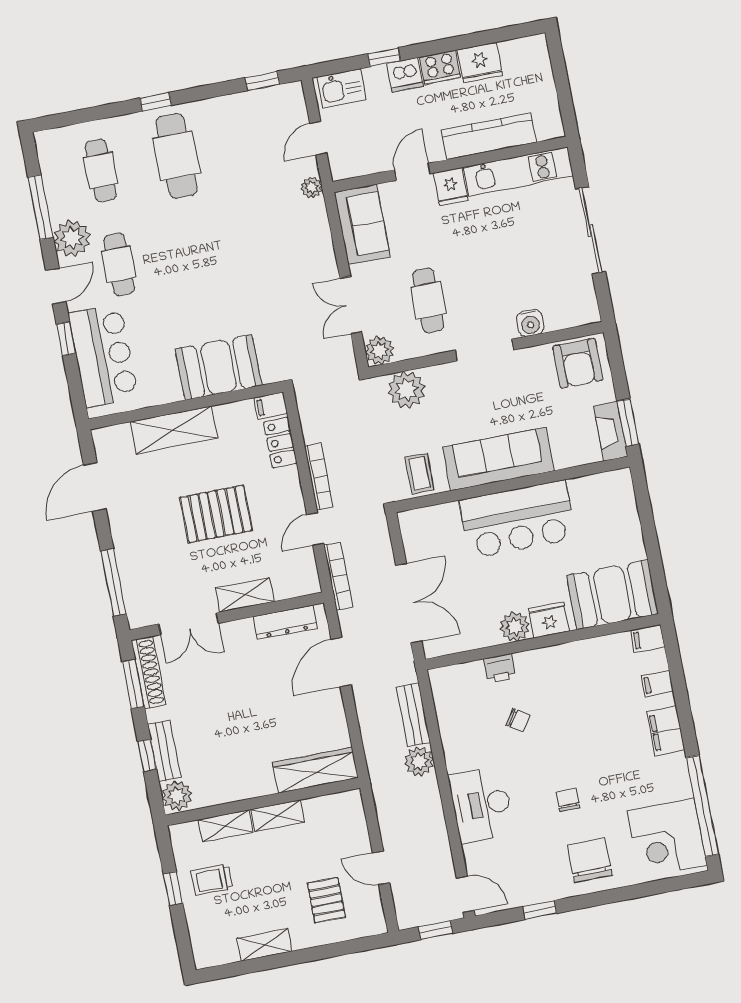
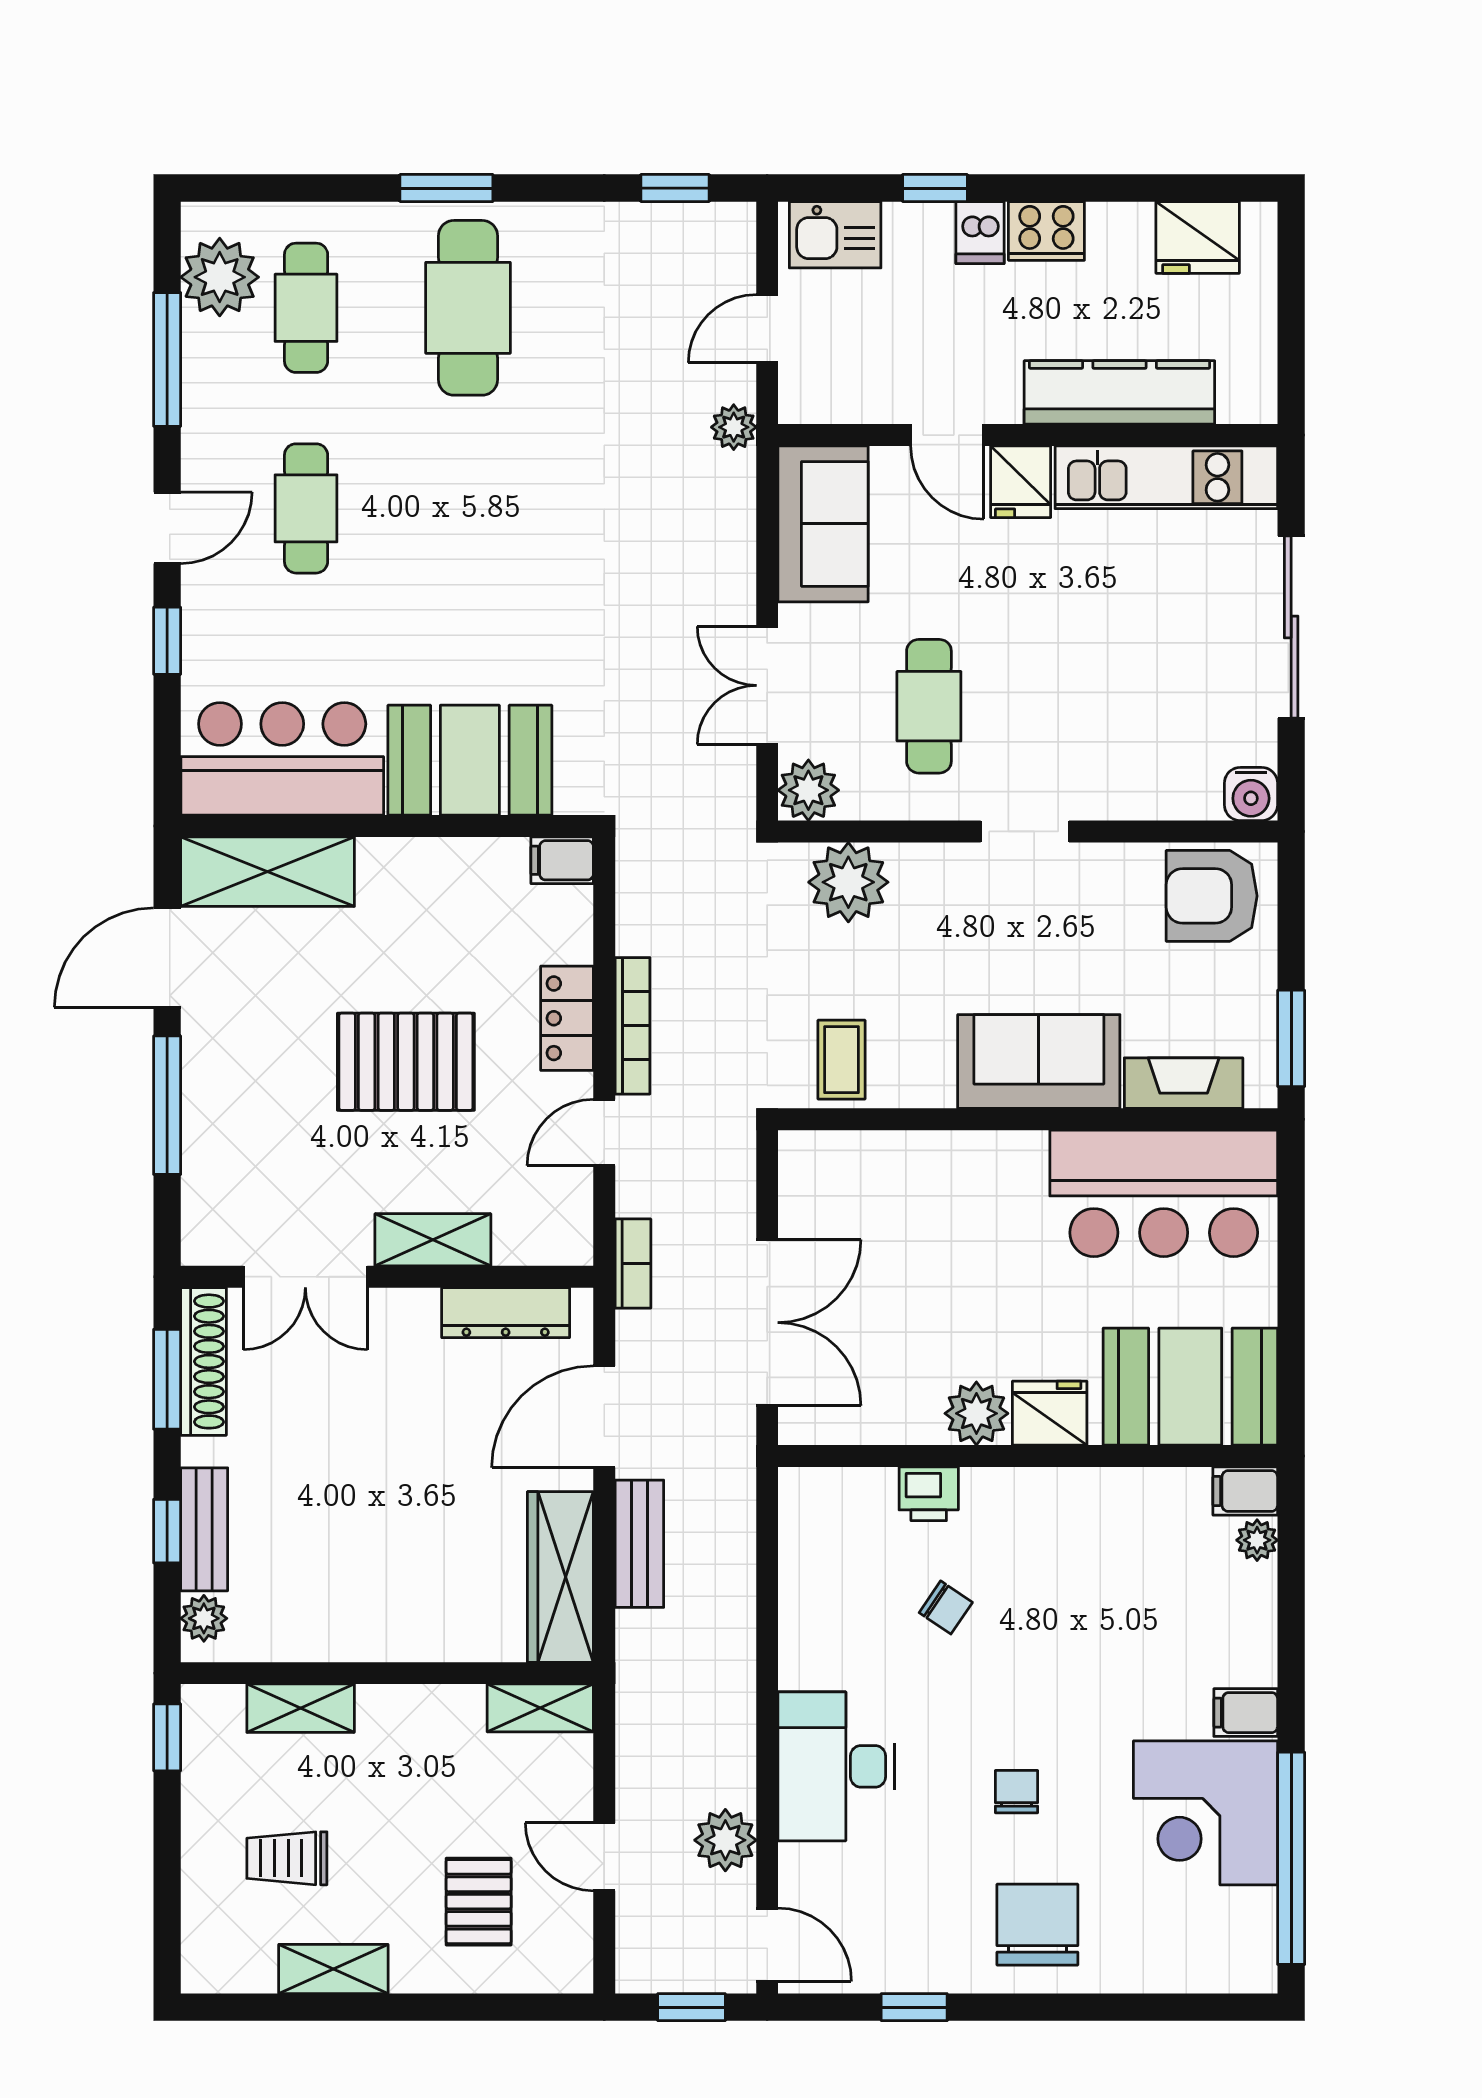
fridge: (480, 63) -> (1198, 237), moved
dishwasher: (405, 75) -> (980, 233), width x0.73
window: (156, 102) -> (446, 188), width x1.50
door: (412, 172) -> (947, 435), swing flipped
plant: (72, 238) -> (220, 277), moved
water cooler: (530, 323) -> (1251, 794), moved
doorway: (485, 350) -> (1025, 831), width x0.73
bar counter: (103, 355) -> (282, 759), moved, turned -90
armchair: (578, 363) -> (1212, 896), turned 90
shelving: (174, 430) -> (268, 872), moved
fireplace: (611, 431) -> (1184, 1083), moved, turned 90
locker: (280, 443) -> (567, 1018), moved
sofa: (498, 459) -> (1039, 1061), width x0.73
bar counter: (518, 519) -> (1164, 1193), moved
bookcase: (338, 576) -> (633, 1264), width x0.64
window: (113, 582) -> (167, 1105), moved
plant: (658, 660) -> (1257, 1540), added
filing cabinet: (657, 684) -> (1247, 1588), removed
bench: (413, 715) -> (639, 1544), moved
filing cabinet: (666, 731) -> (1246, 1713), width x0.50
plant: (419, 762) -> (725, 1840), moved
wardrobe: (315, 770) -> (560, 1577), moved, turned -90
plant: (177, 796) -> (204, 1618), width x0.73, depth x0.73
shelving: (278, 816) -> (540, 1708), moved
corner desk: (667, 838) -> (1205, 1813), moved
trolley: (212, 880) -> (287, 1858), moved
window: (173, 888) -> (167, 1737), moved

